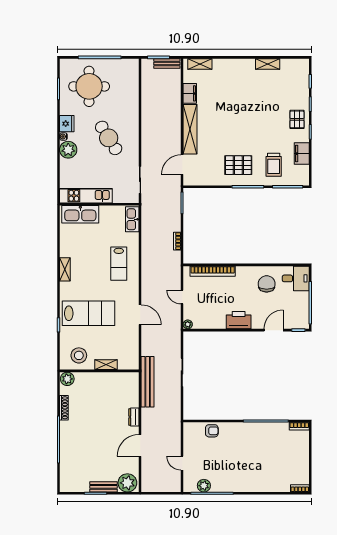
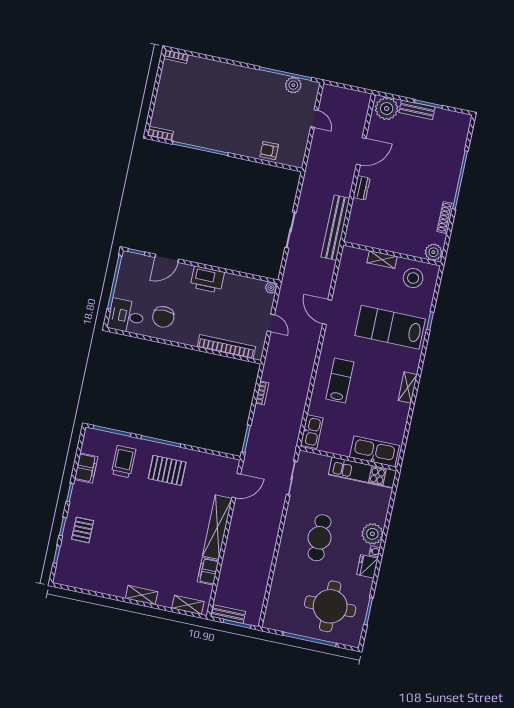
shelving: (268, 64) -> (142, 595), moved
pallet: (297, 119) -> (83, 530), moved
cafe table: (109, 138) -> (320, 538), turned 32

